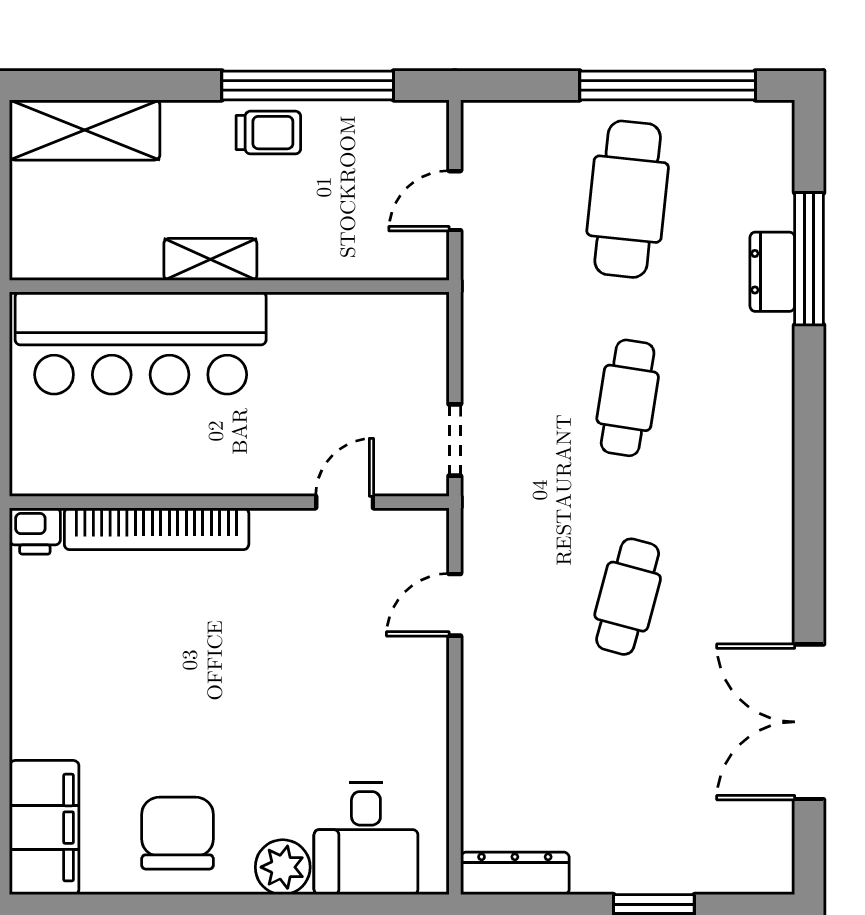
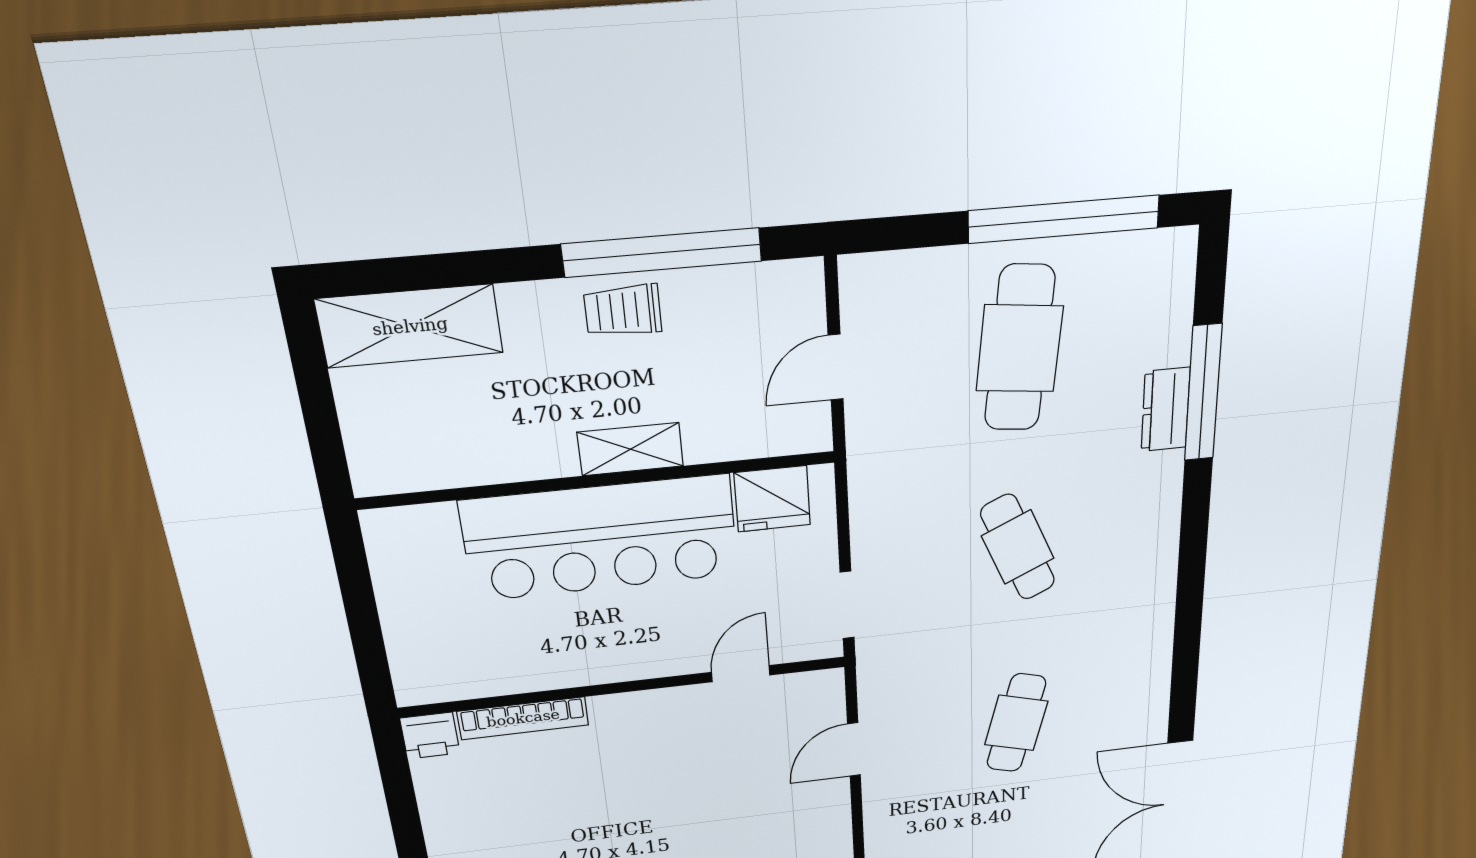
trolley: (268, 133) -> (623, 311), turned 180
shelving: (210, 259) -> (630, 449), moved
fridge: (388, 322) -> (772, 499), added
bar counter: (141, 343) -> (601, 538), moved
cafe table: (628, 398) -> (1018, 547), turned -33
bookcase: (157, 529) -> (523, 718), width x0.68, depth x0.76

